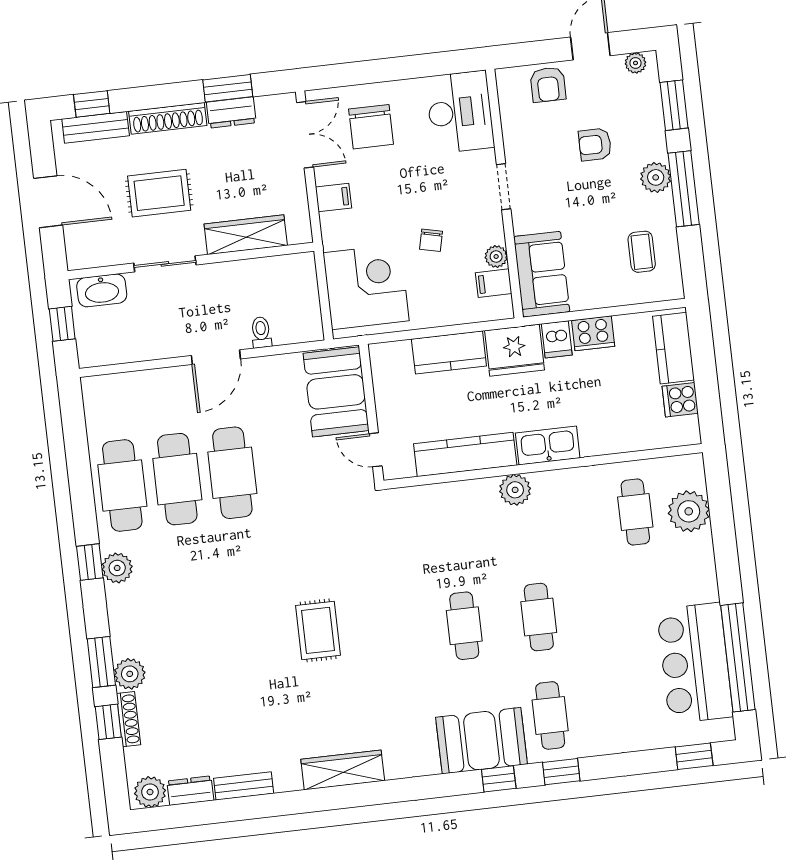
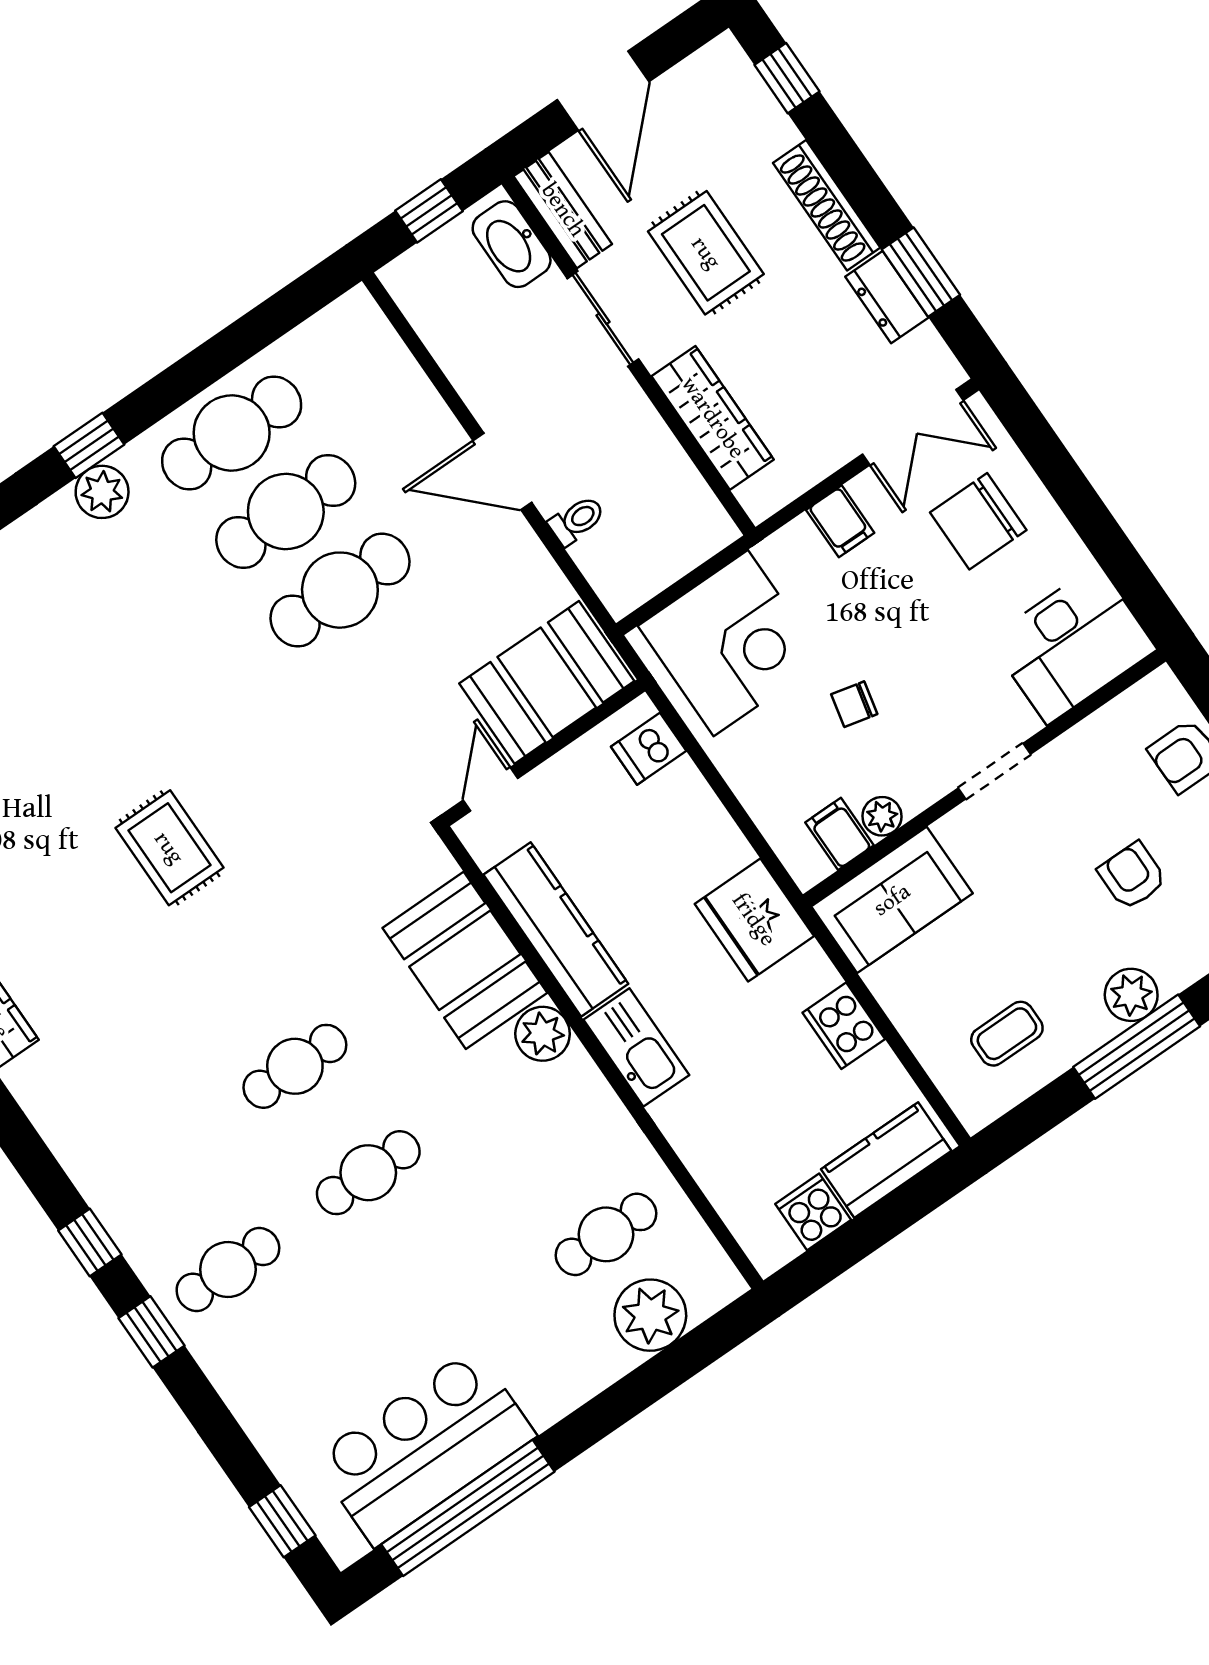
bench: (96, 127) -> (563, 210), moved
dishwasher: (557, 339) -> (649, 749), moved
kitchen counter: (449, 352) -> (698, 822), removed
rug: (318, 630) -> (169, 848), turned 90
booth: (482, 741) -> (465, 960), moved

